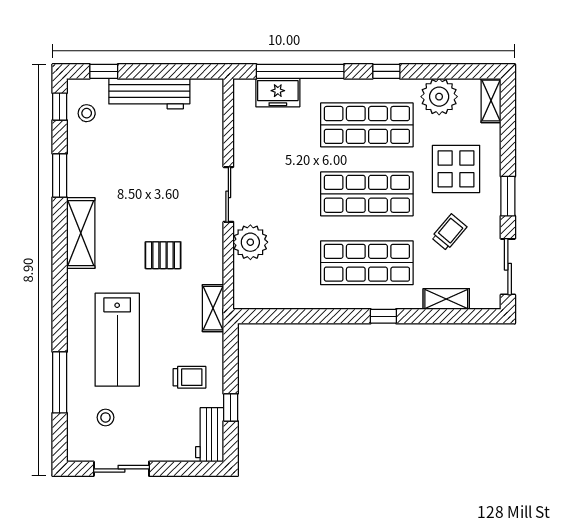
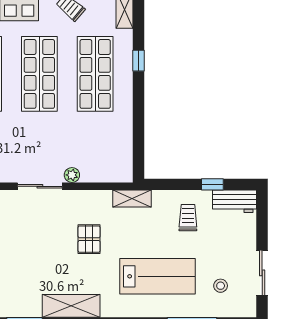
plant: (250, 242) -> (72, 175), width x0.53, depth x0.53

